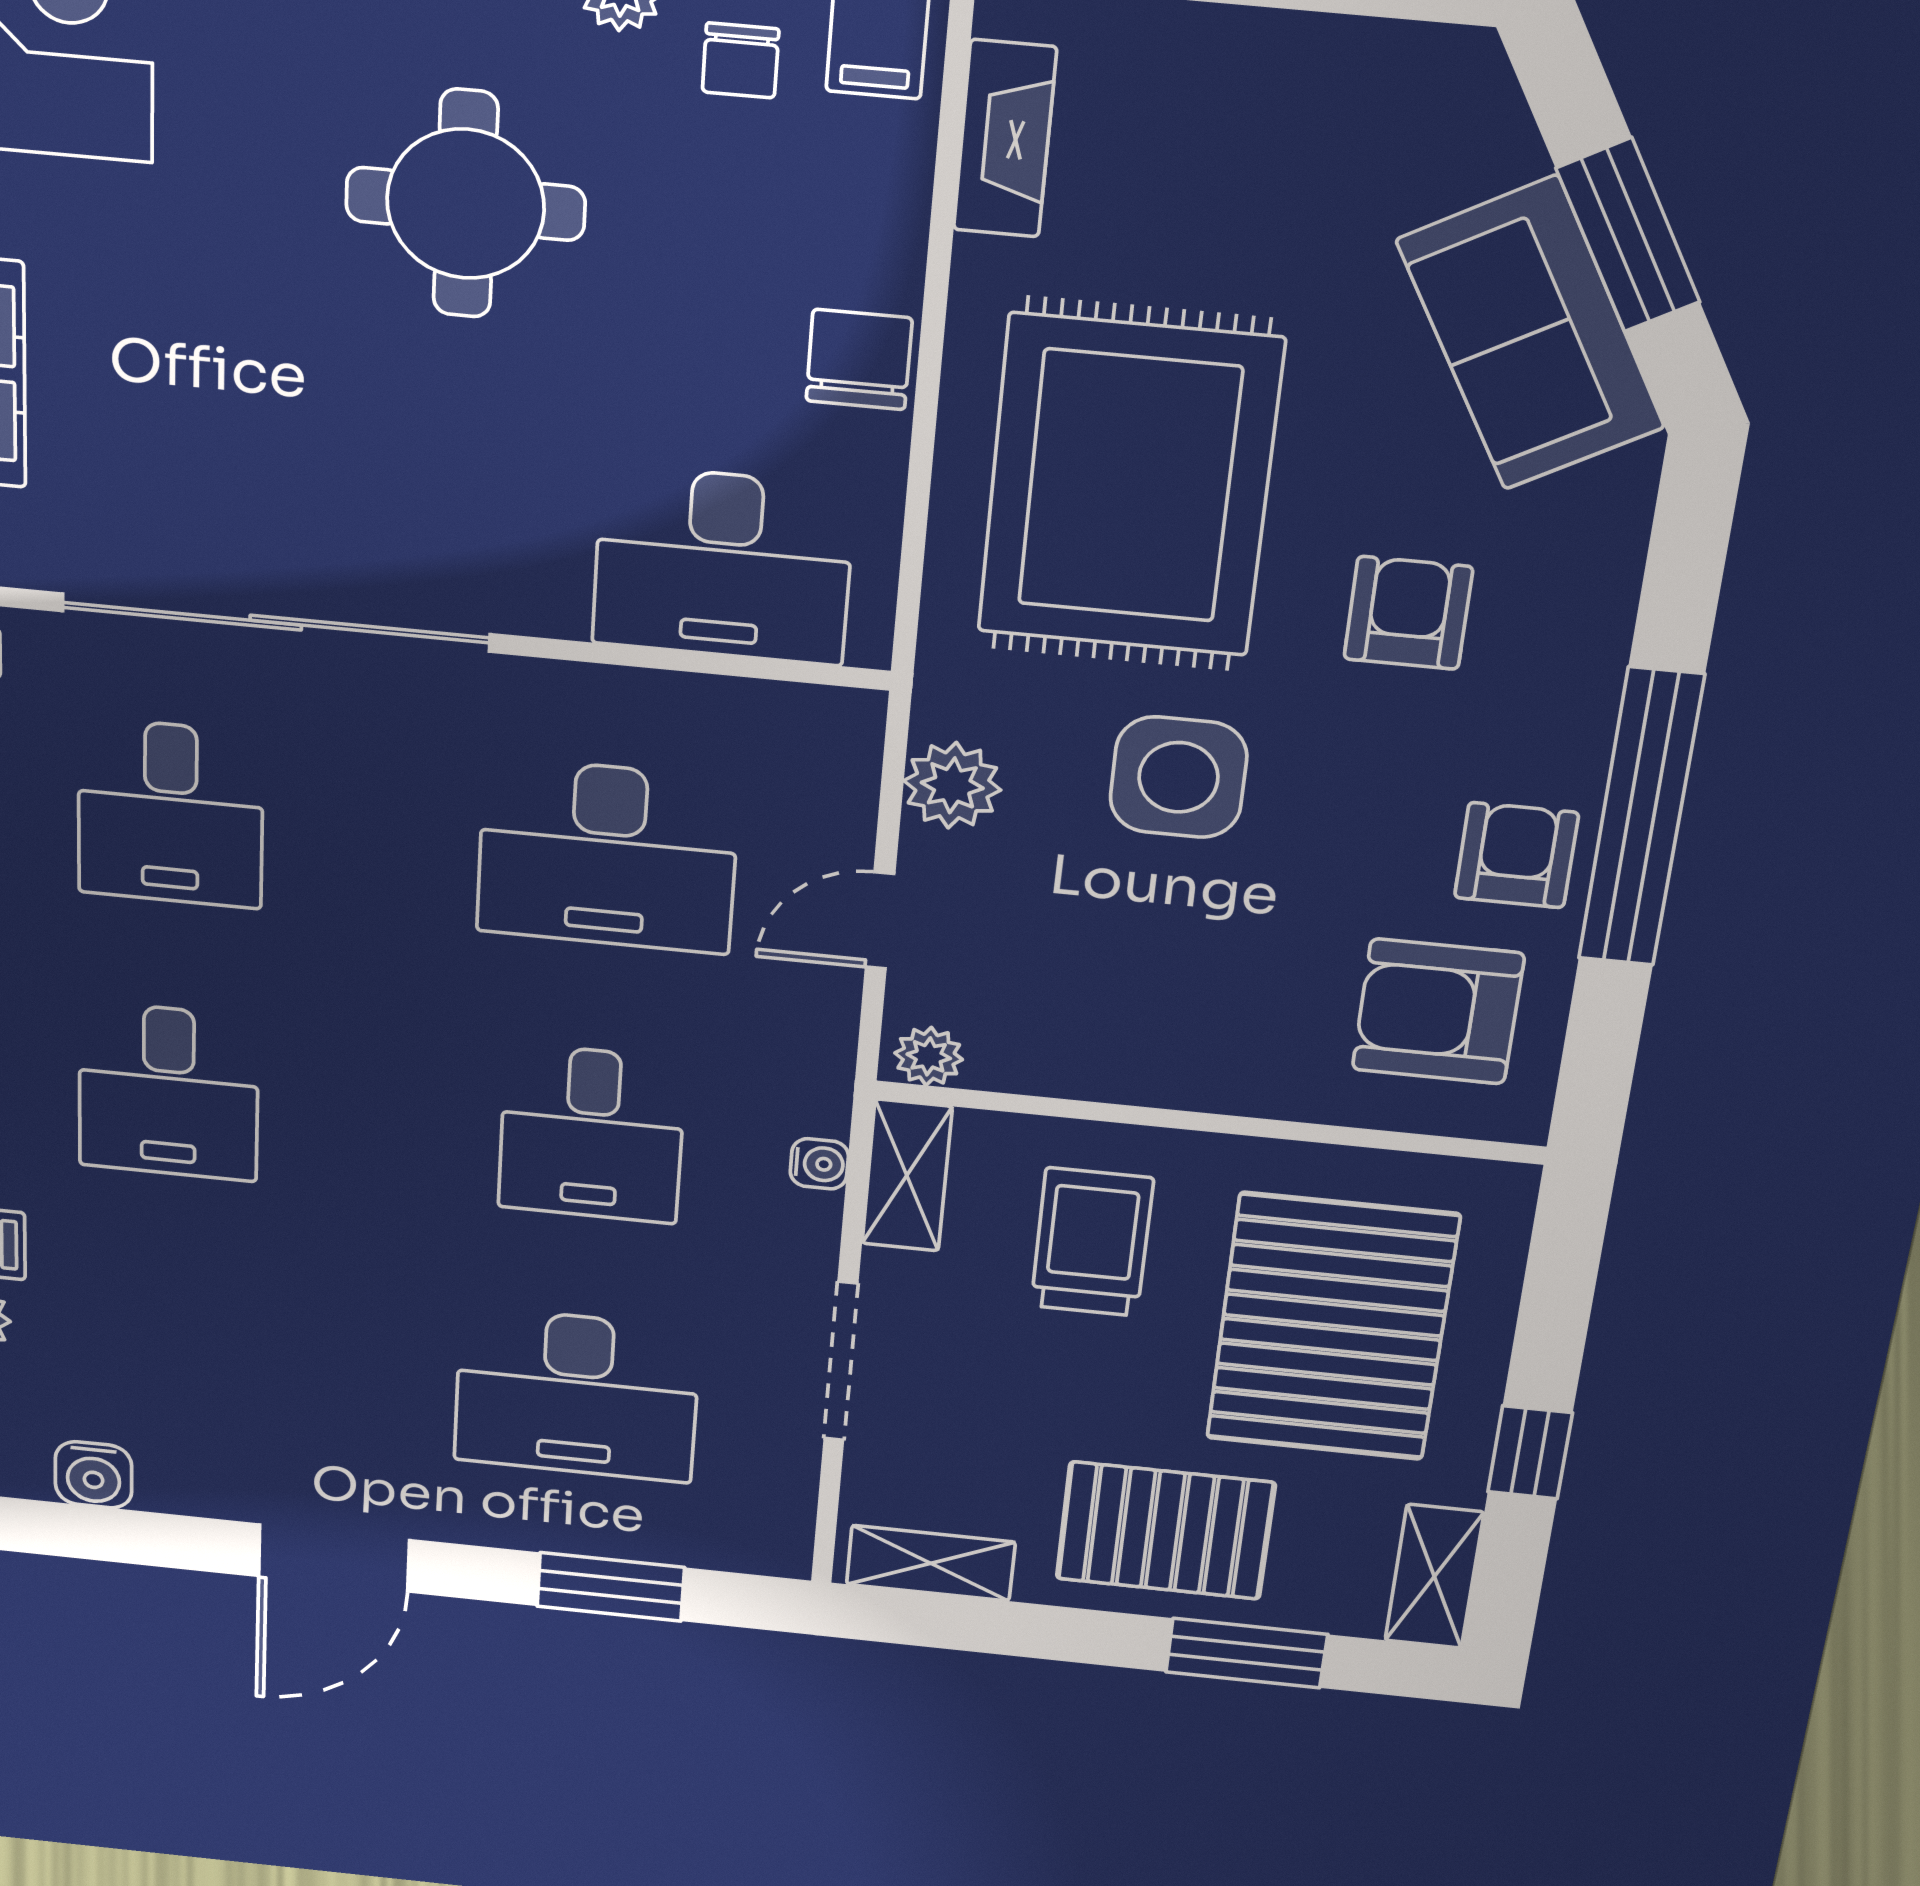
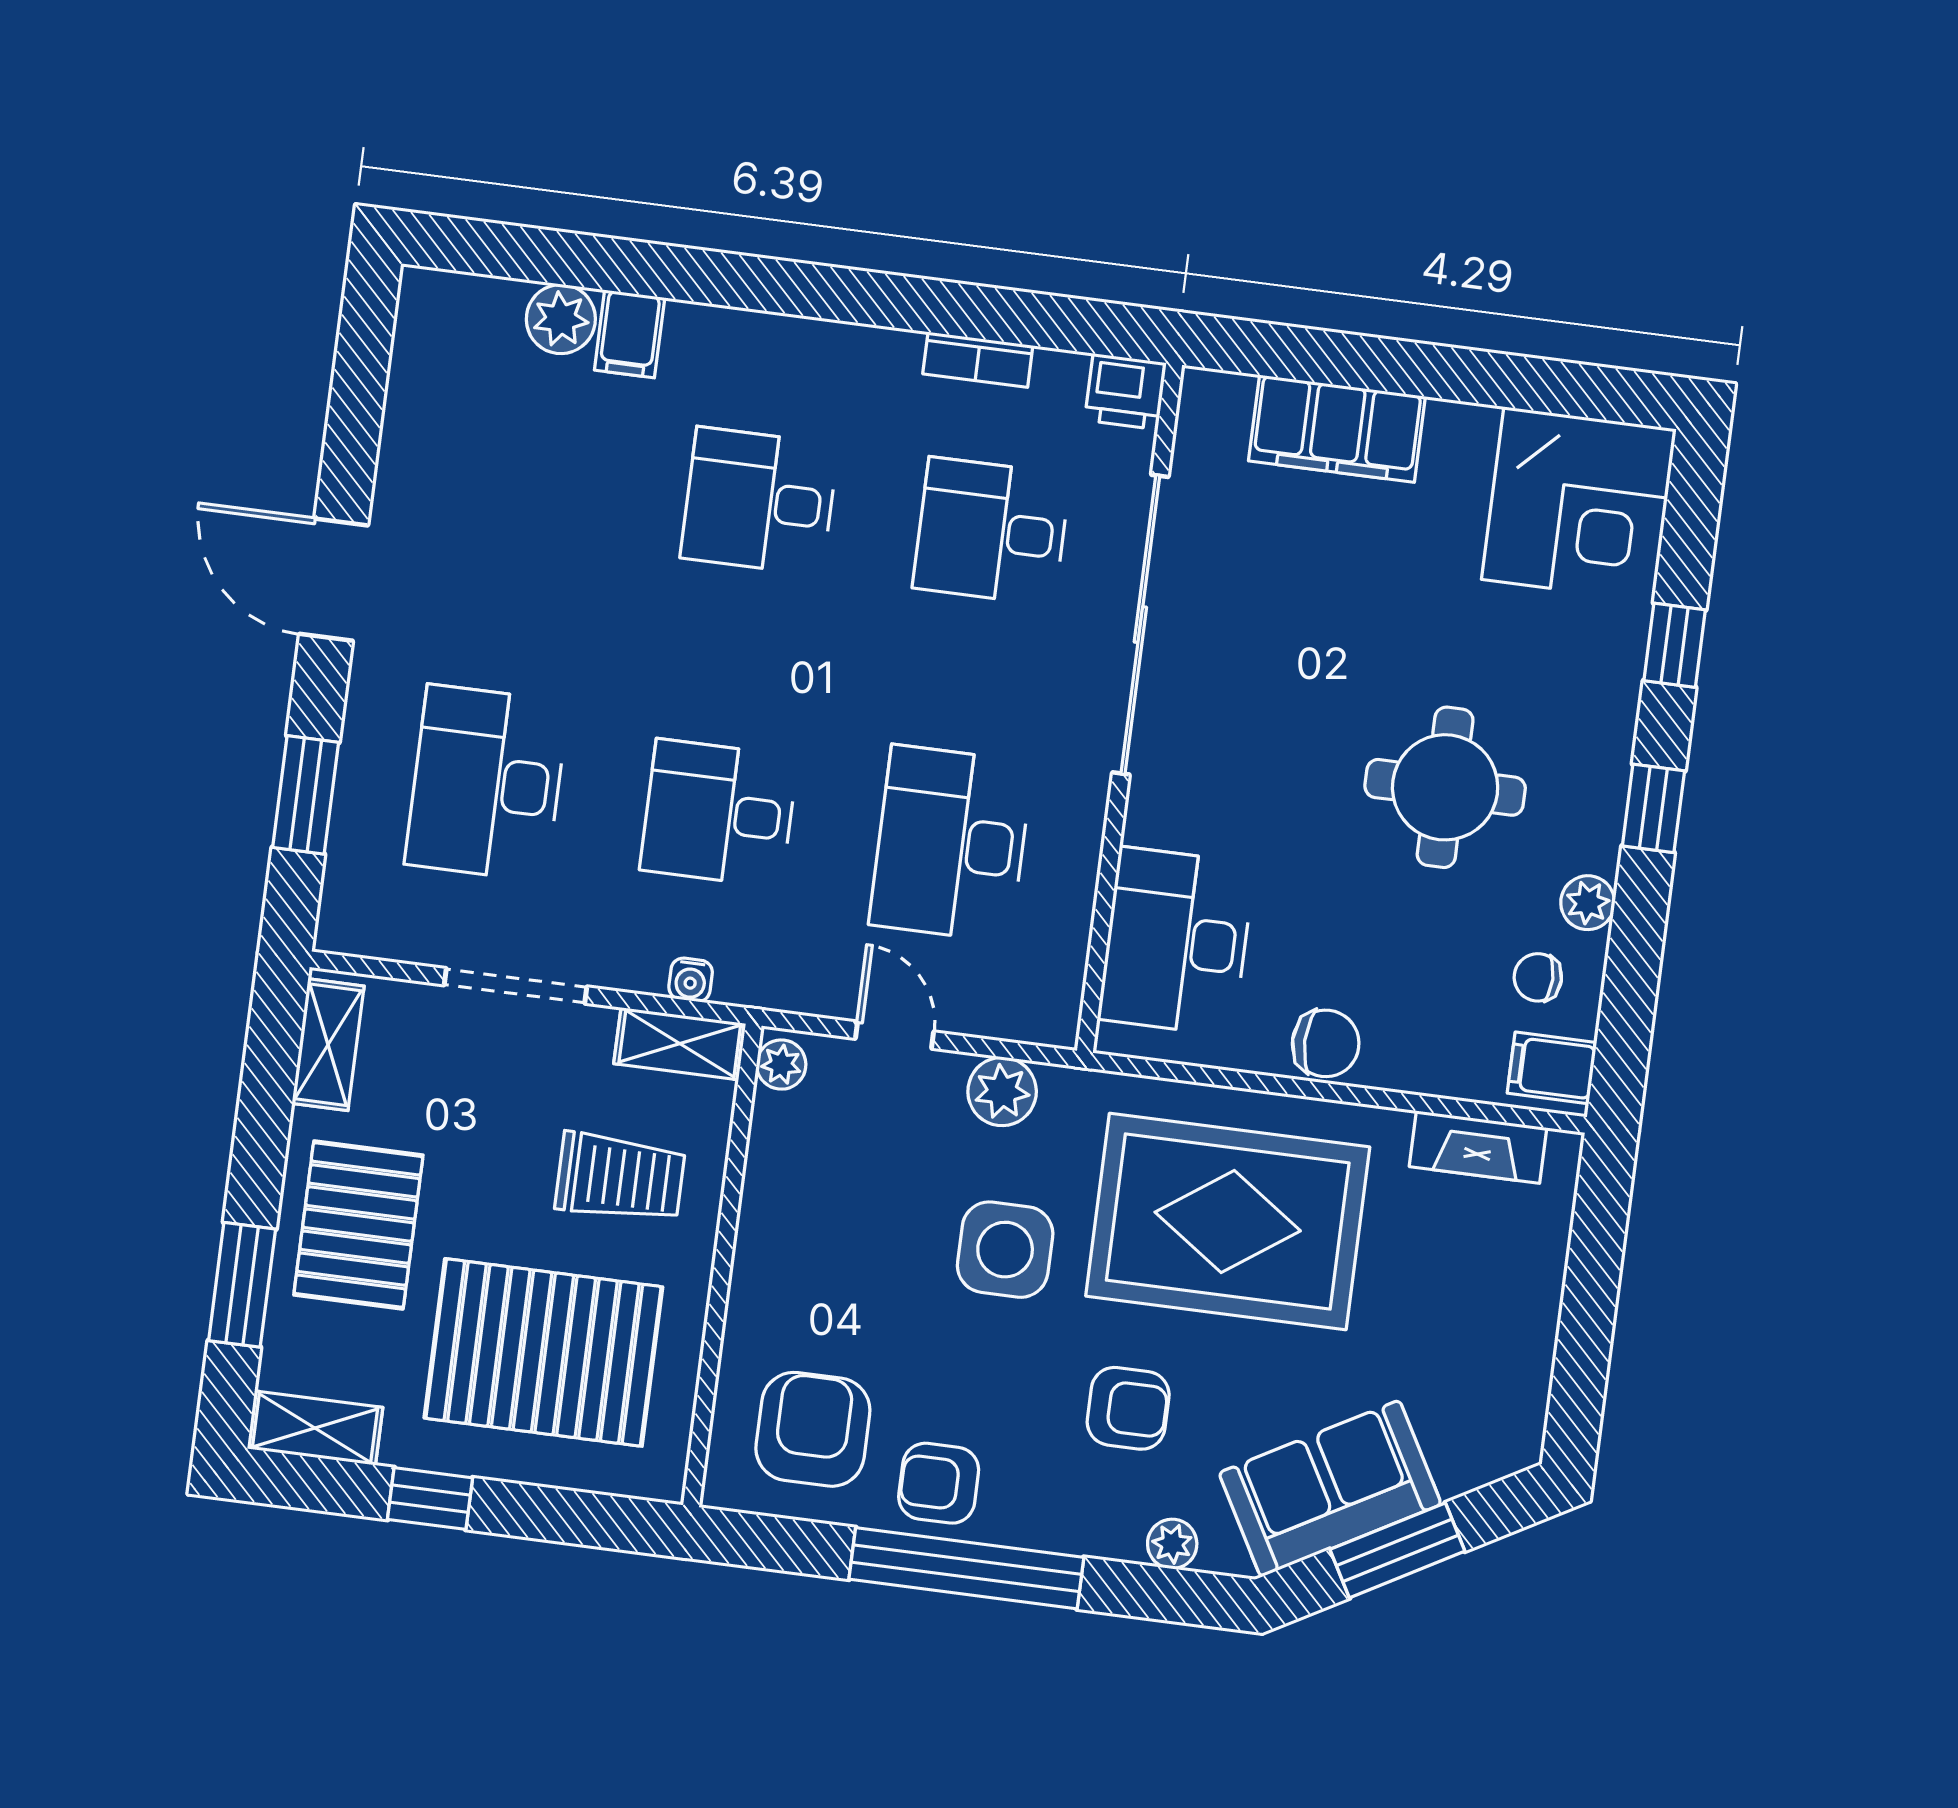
plant: (1611, 549) -> (1172, 1544), added
armchair: (1516, 855) -> (939, 1483), turned 180
water cooler: (94, 1475) -> (413, 399), removed

